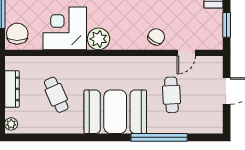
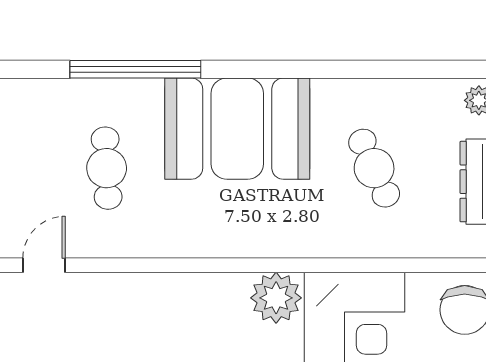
chair: (156, 37) -> (142, 303), removed
door: (186, 53) -> (44, 265), moved

